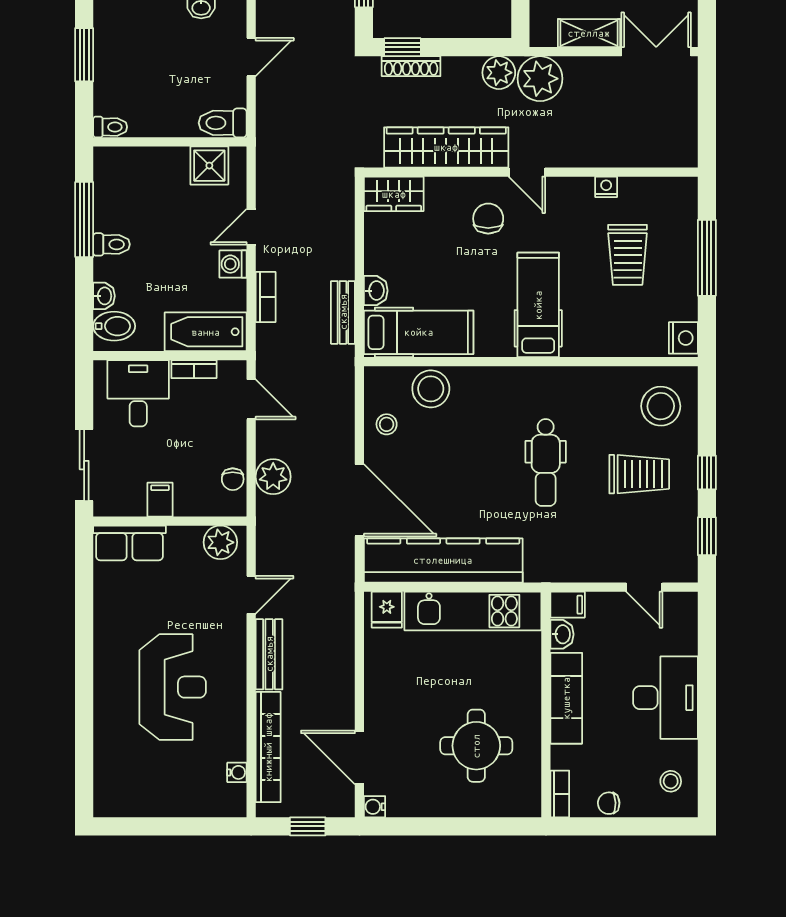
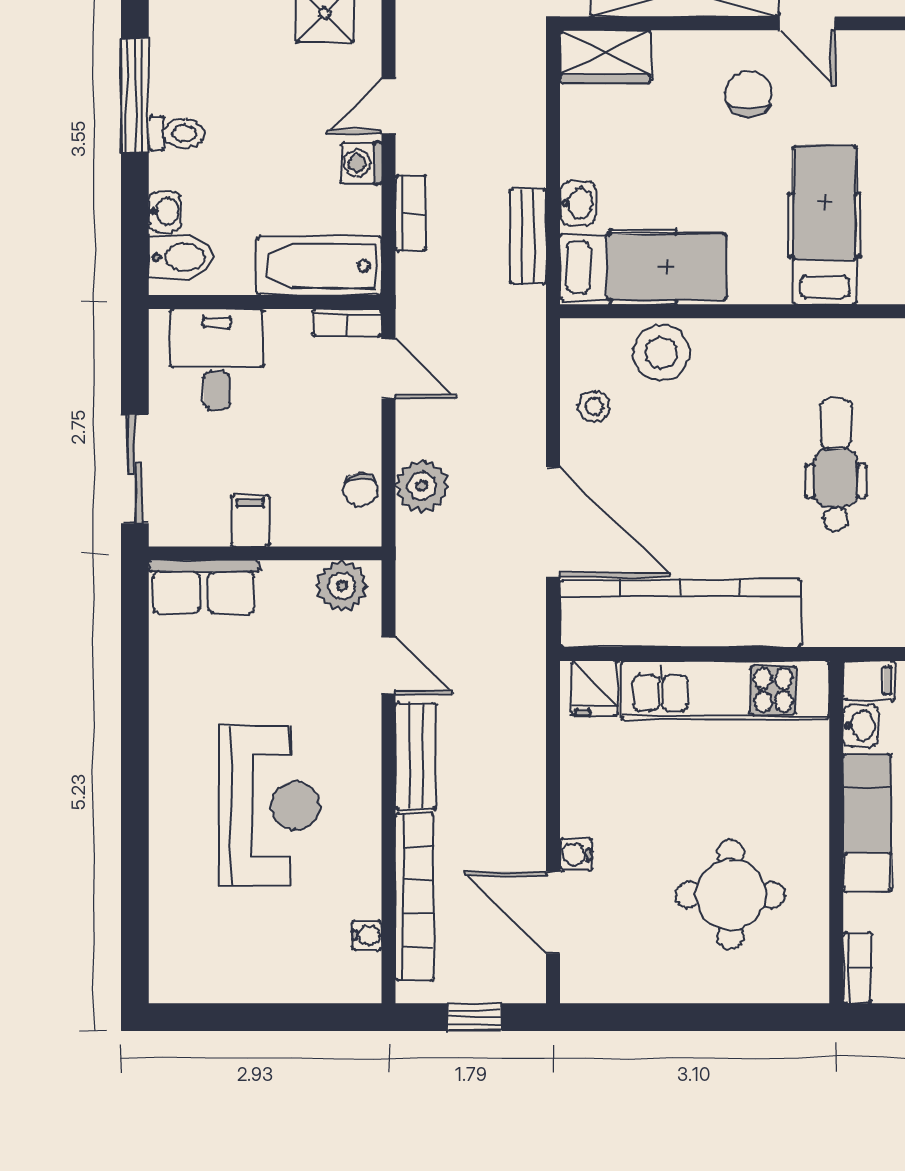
bookcase: (194, 369) -> (347, 323), moved
dental chair: (546, 463) -> (836, 465), turned 180
door: (251, 595) -> (388, 665), hinge flipped
water cooler: (375, 807) -> (576, 855), moved

